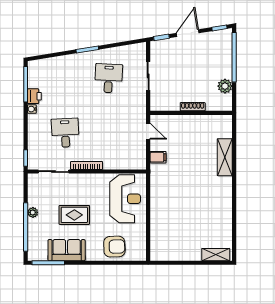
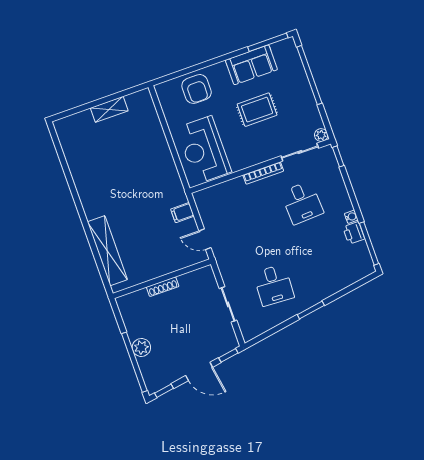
door: (188, 33) -> (199, 371), hinge flipped
plant: (225, 86) -> (141, 347), moved
shelving: (225, 157) -> (107, 251), width x1.47
plant: (33, 212) -> (321, 135), moved
armchair: (114, 247) -> (197, 89), turned -88
shelving: (216, 255) -> (109, 109), moved

